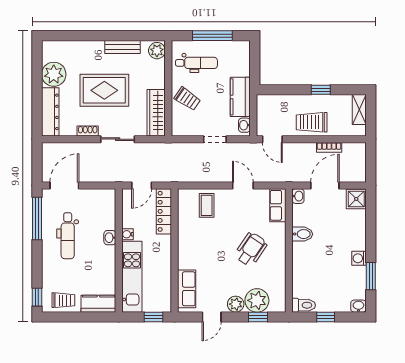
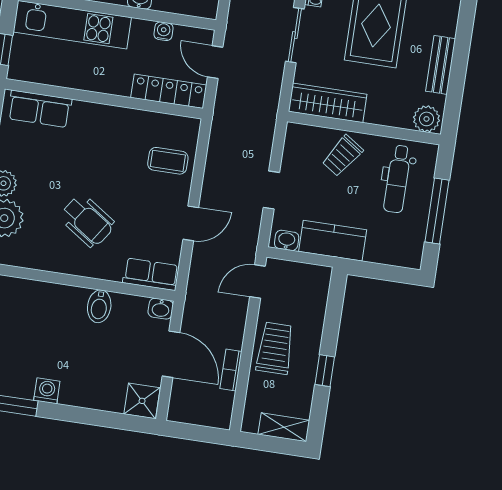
water cooler: (127, 234) -> (163, 31), moved

